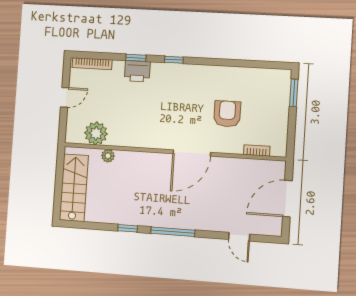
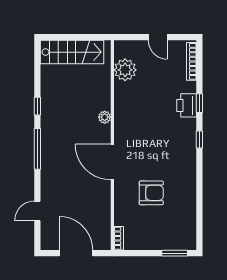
bookcase: (257, 150) -> (119, 238), moved
plant: (108, 156) -> (105, 117), moved

